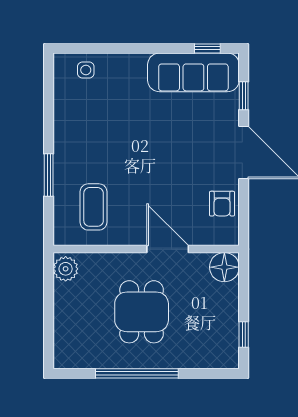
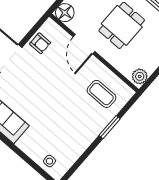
armchair: (222, 204) -> (40, 43), turned 90
coffee table: (94, 207) -> (101, 94), turned 90

